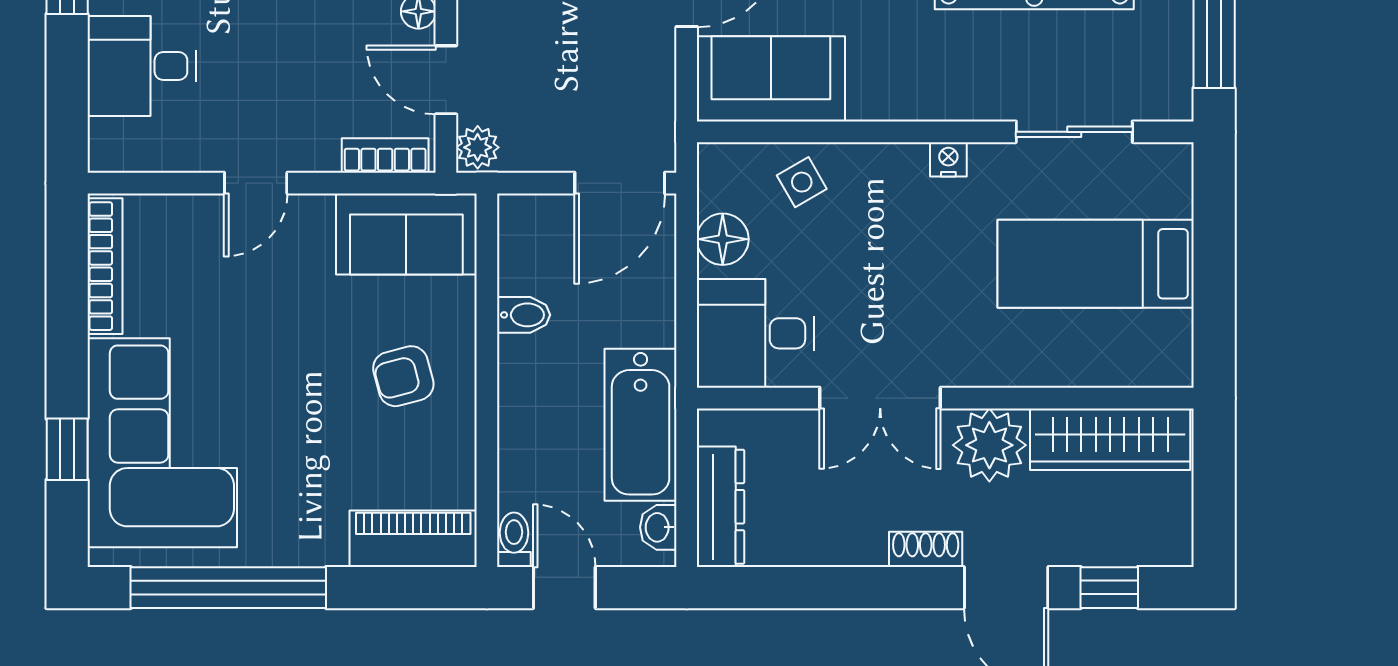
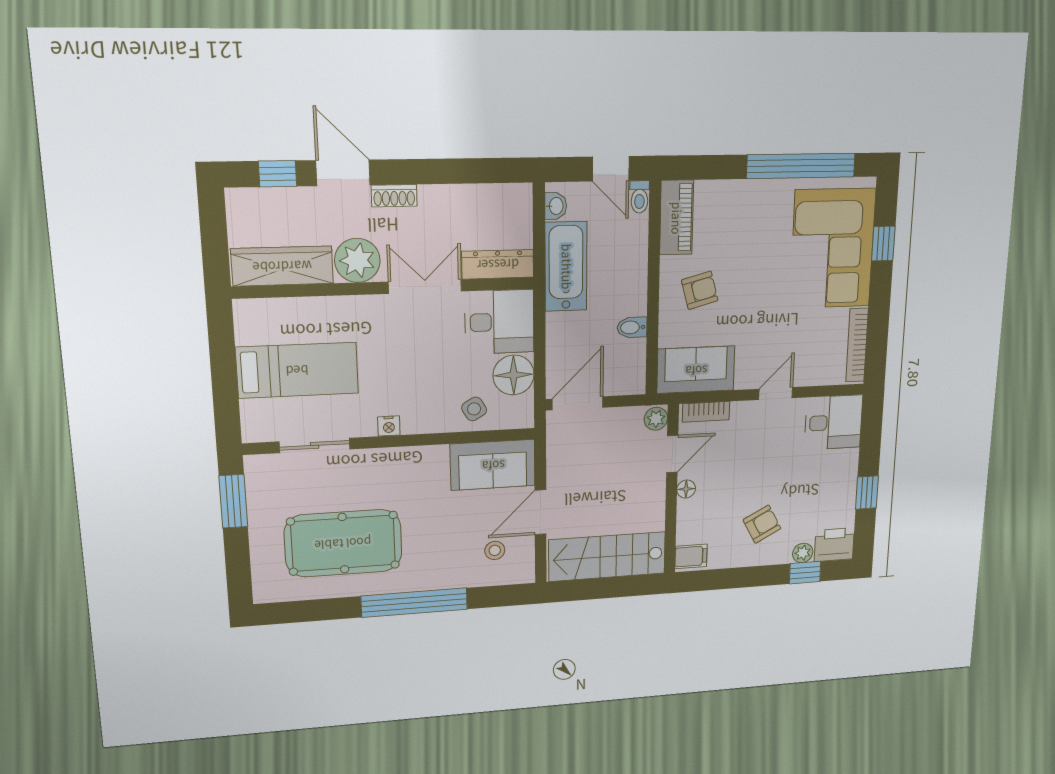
desk: (142, 66) -> (833, 422), moved
door: (446, 80) -> (672, 454), hinge flipped
floor lamp: (723, 239) -> (514, 375), width x1.38, depth x1.38
dresser: (721, 507) -> (498, 264), moved, turned 90
piano: (413, 539) -> (676, 218), moved, turned -90

